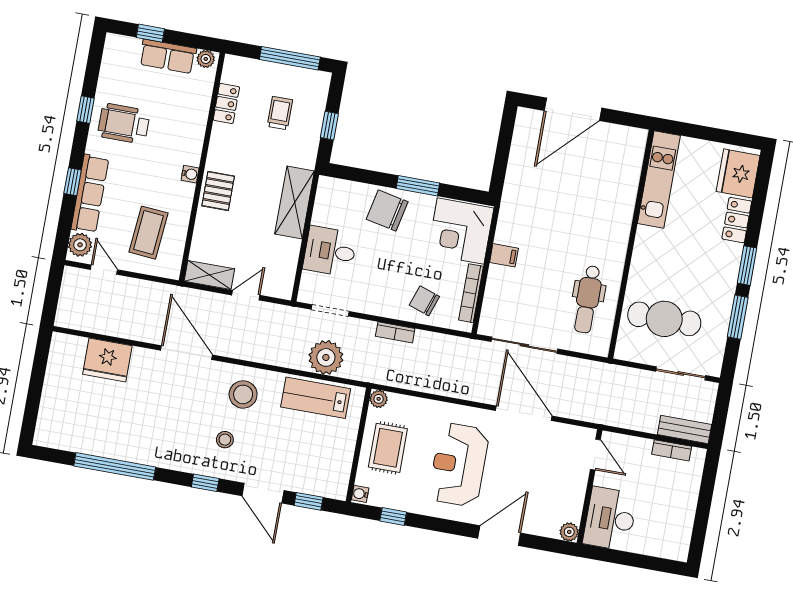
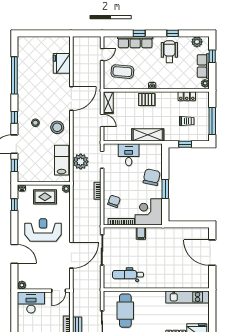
plant: (80, 245) -> (197, 42), moved

